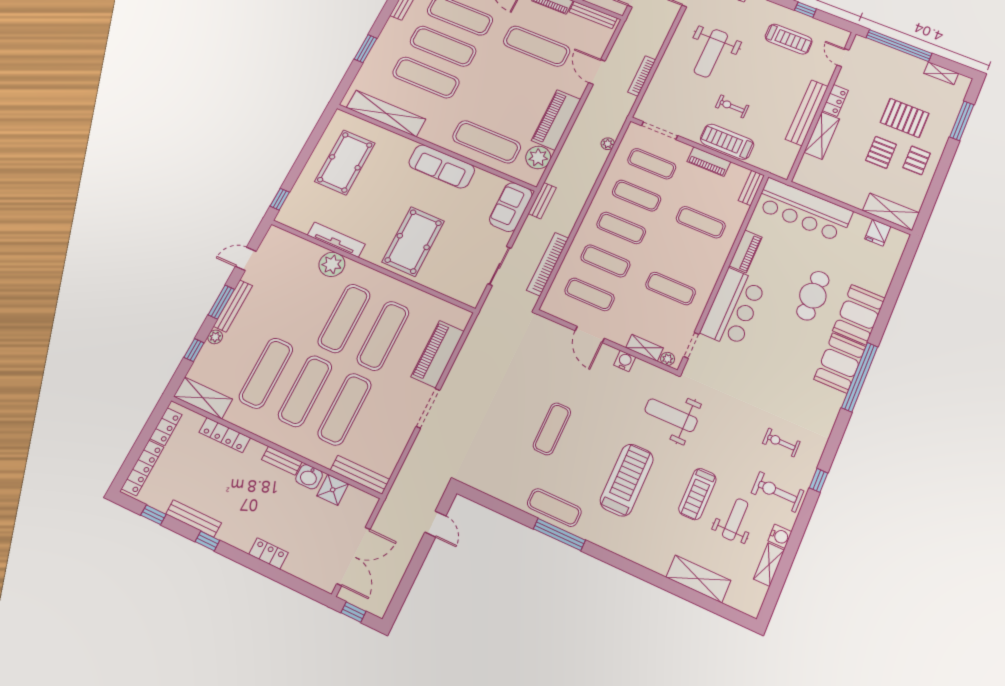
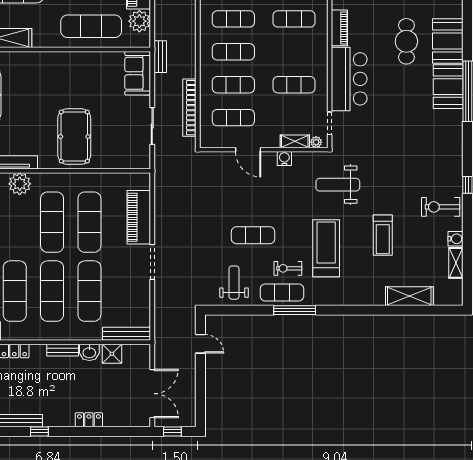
sofa: (442, 166) -> (65, 64), removed
exercise mat: (552, 429) -> (253, 235), turned 90
exercise bike: (781, 442) -> (288, 268), moved
weight bench: (735, 519) -> (234, 283), moved

